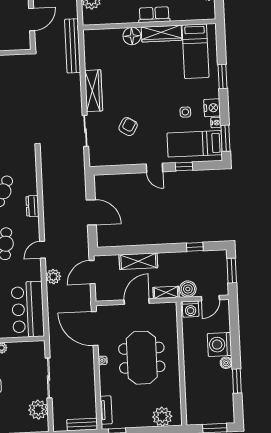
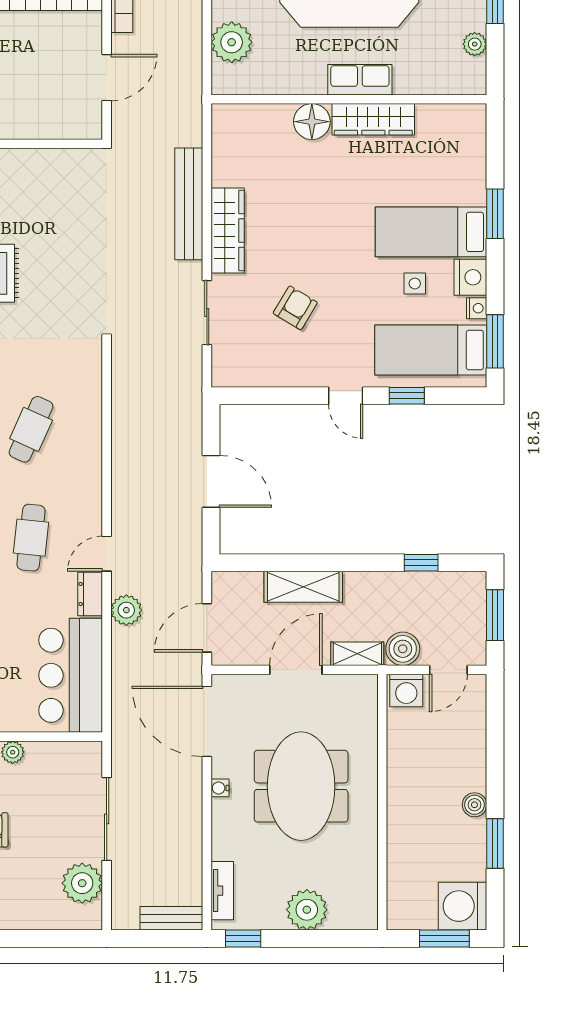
bench: (73, 46) -> (189, 204), moved
bed: (195, 51) -> (431, 232), moved, turned 90
dresser: (32, 206) -> (90, 594), moved
door: (92, 272) -> (207, 628), moved
washing machine: (219, 344) -> (463, 906), moved
plant: (162, 417) -> (307, 910), moved

